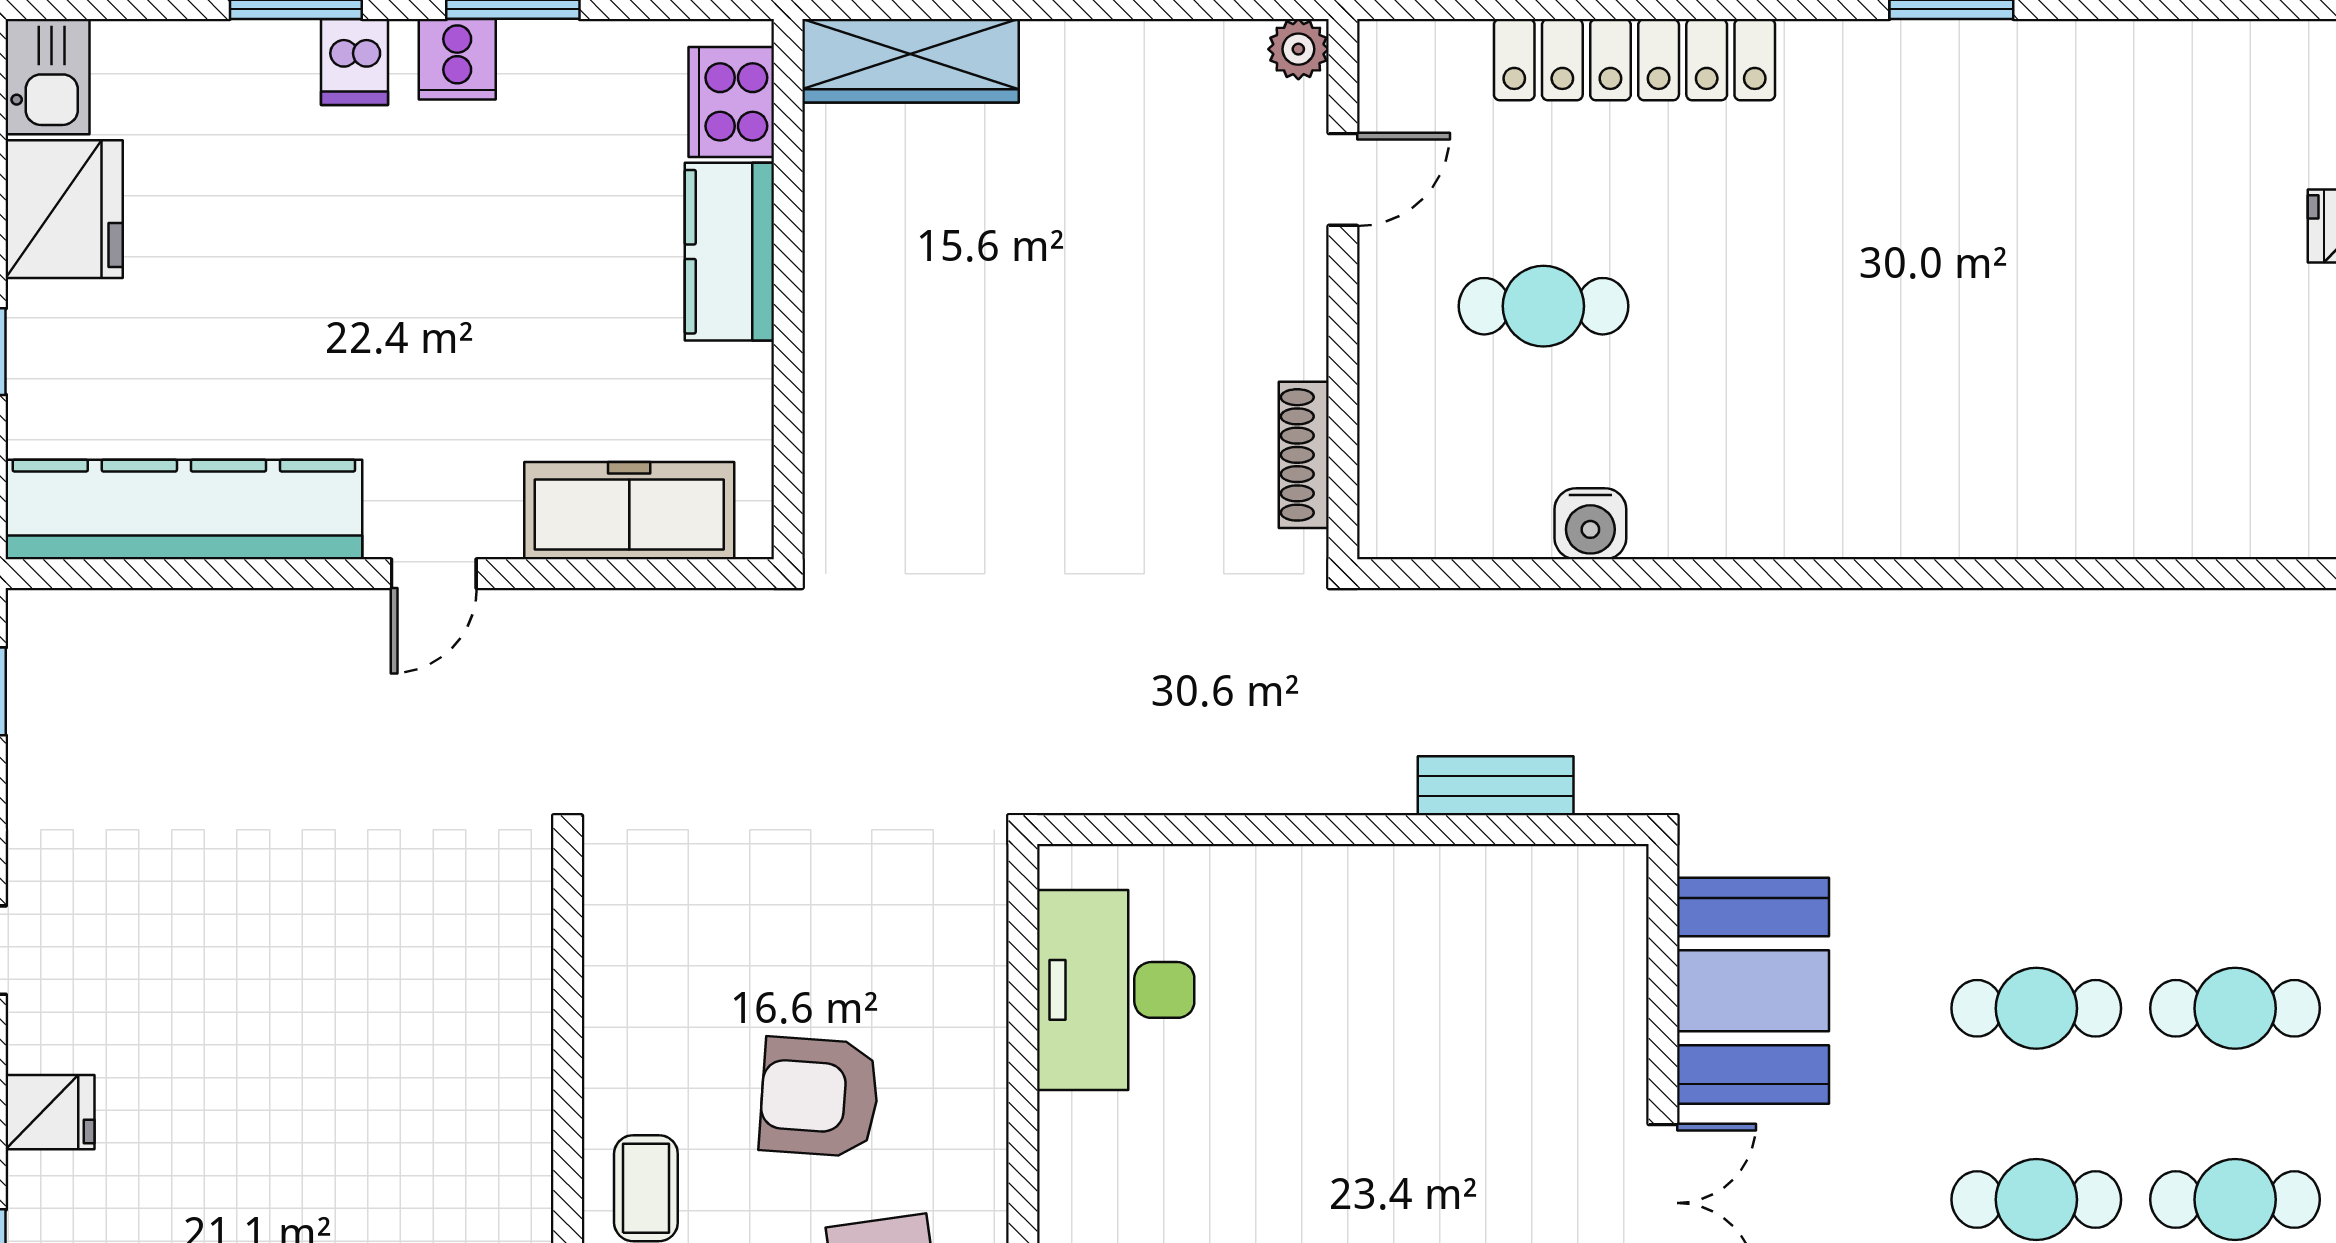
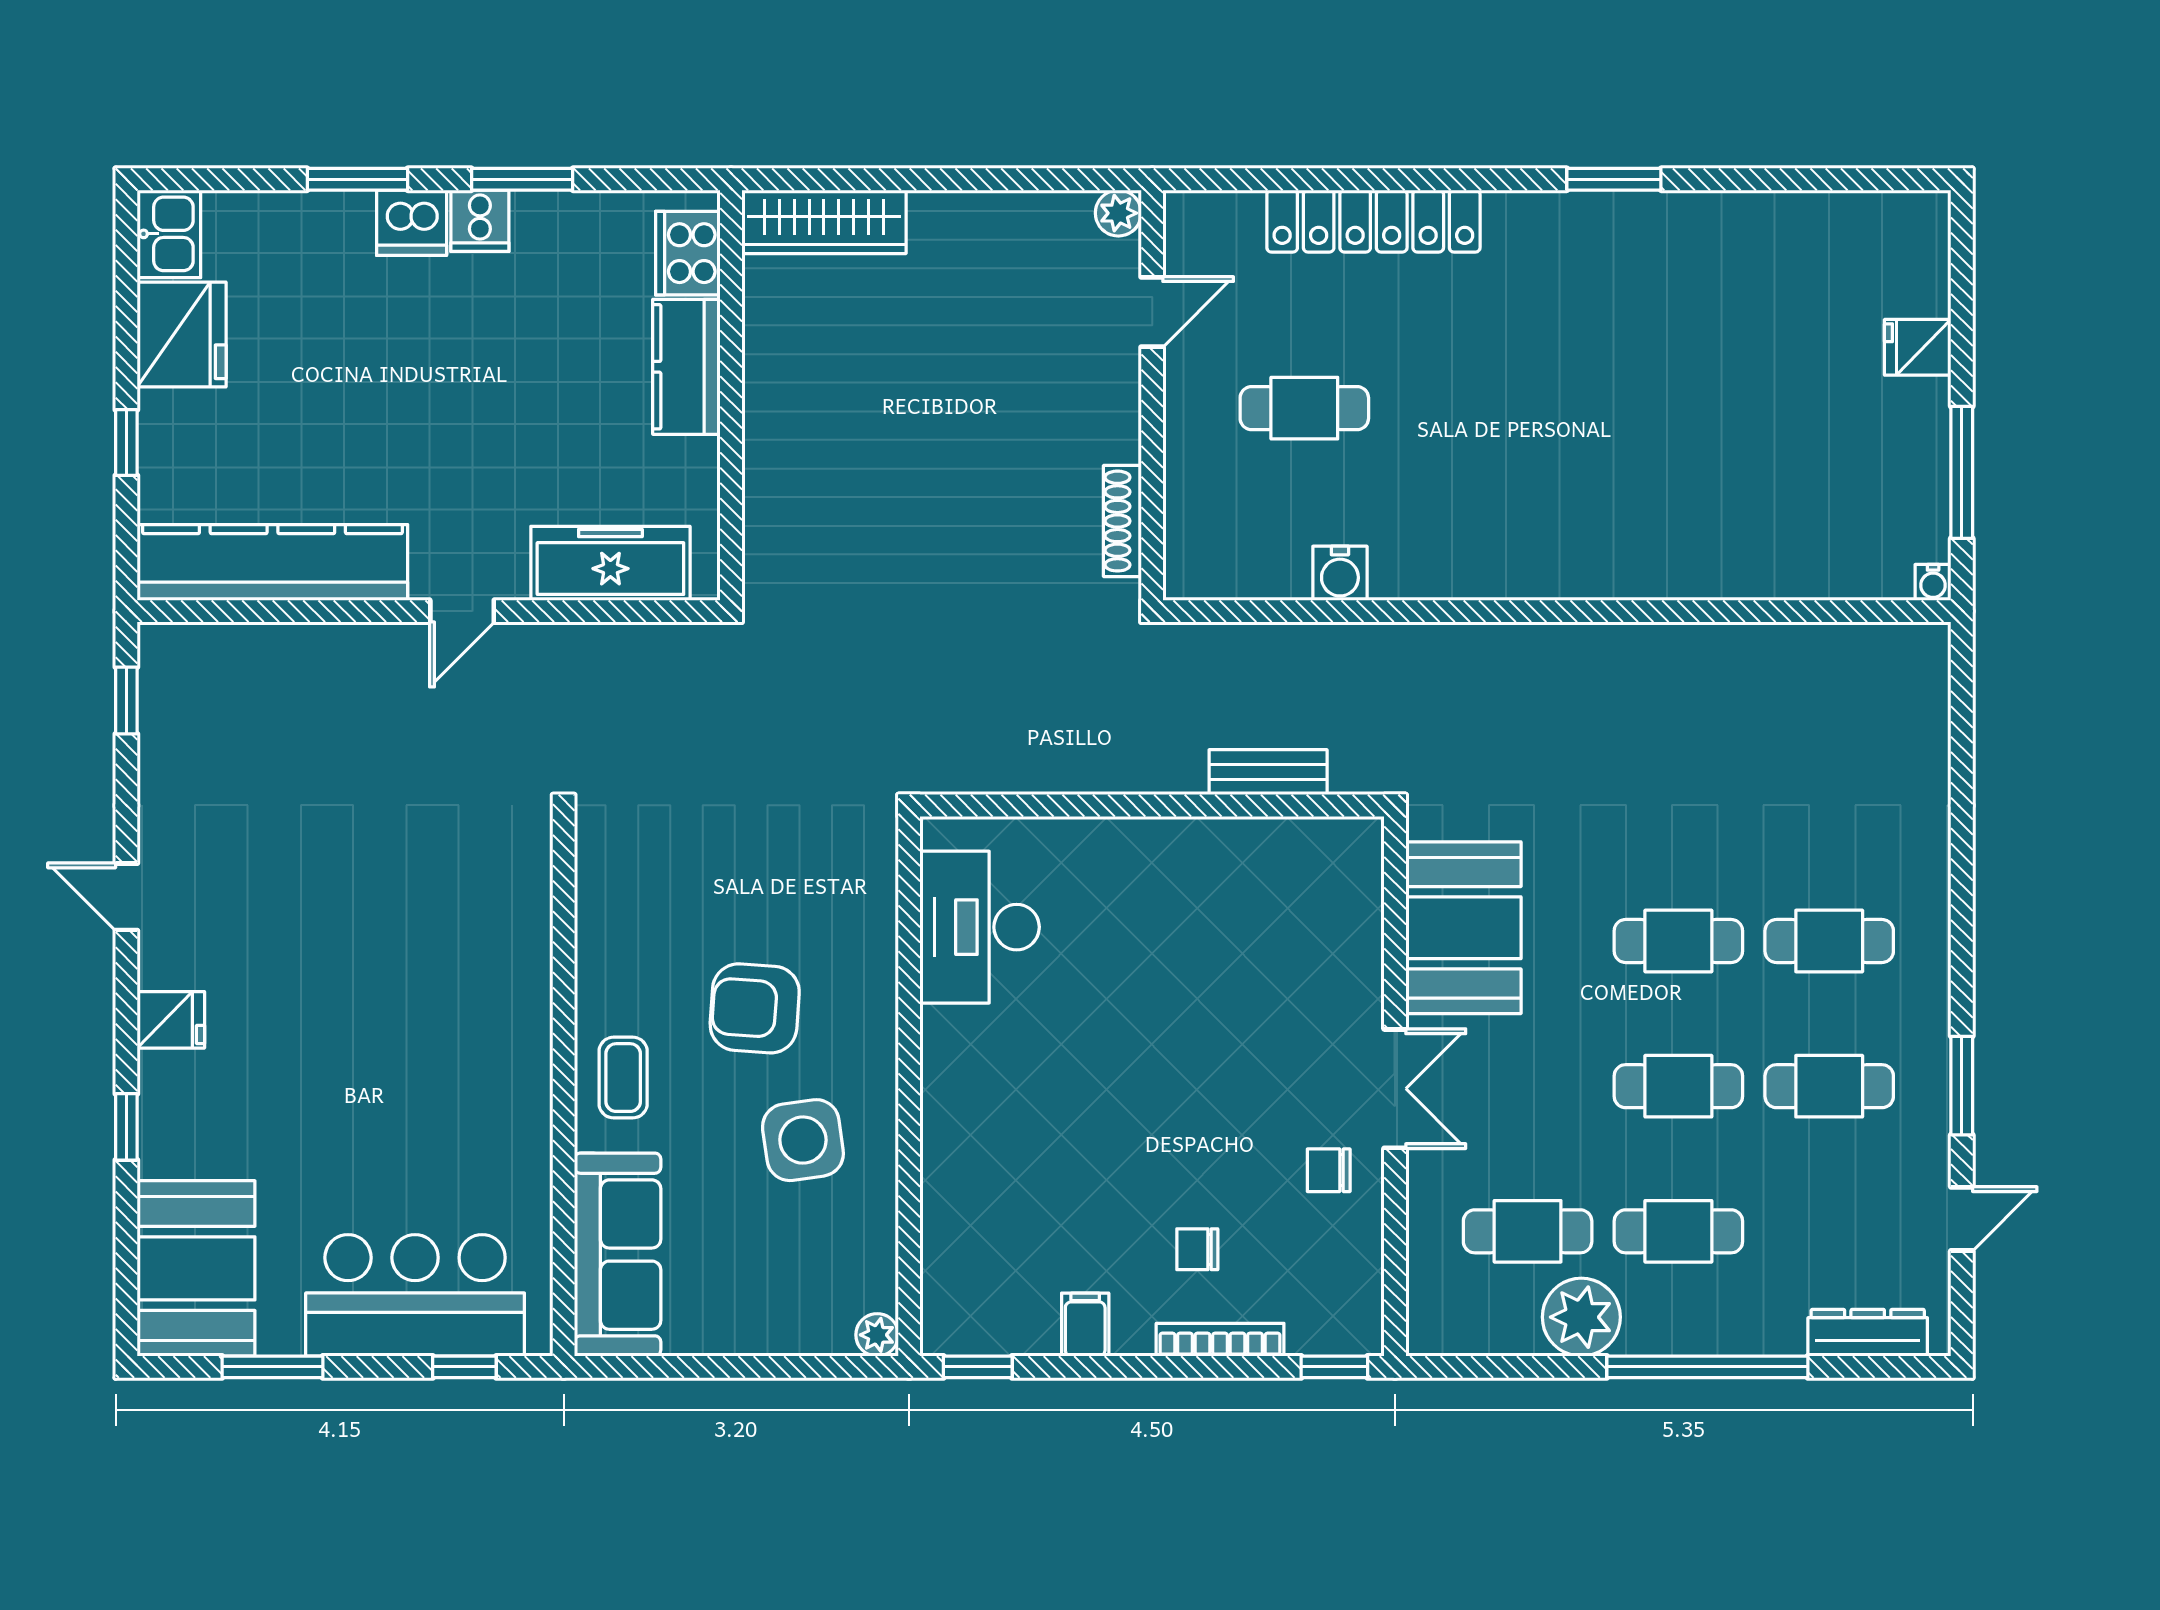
dishwasher: (355, 62) -> (412, 223), width x1.38

